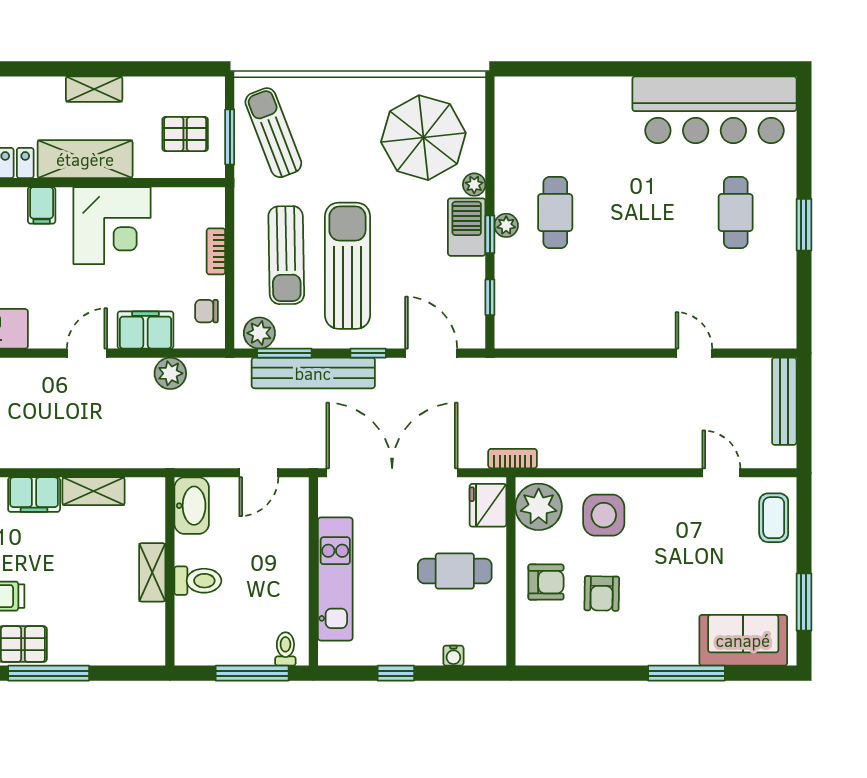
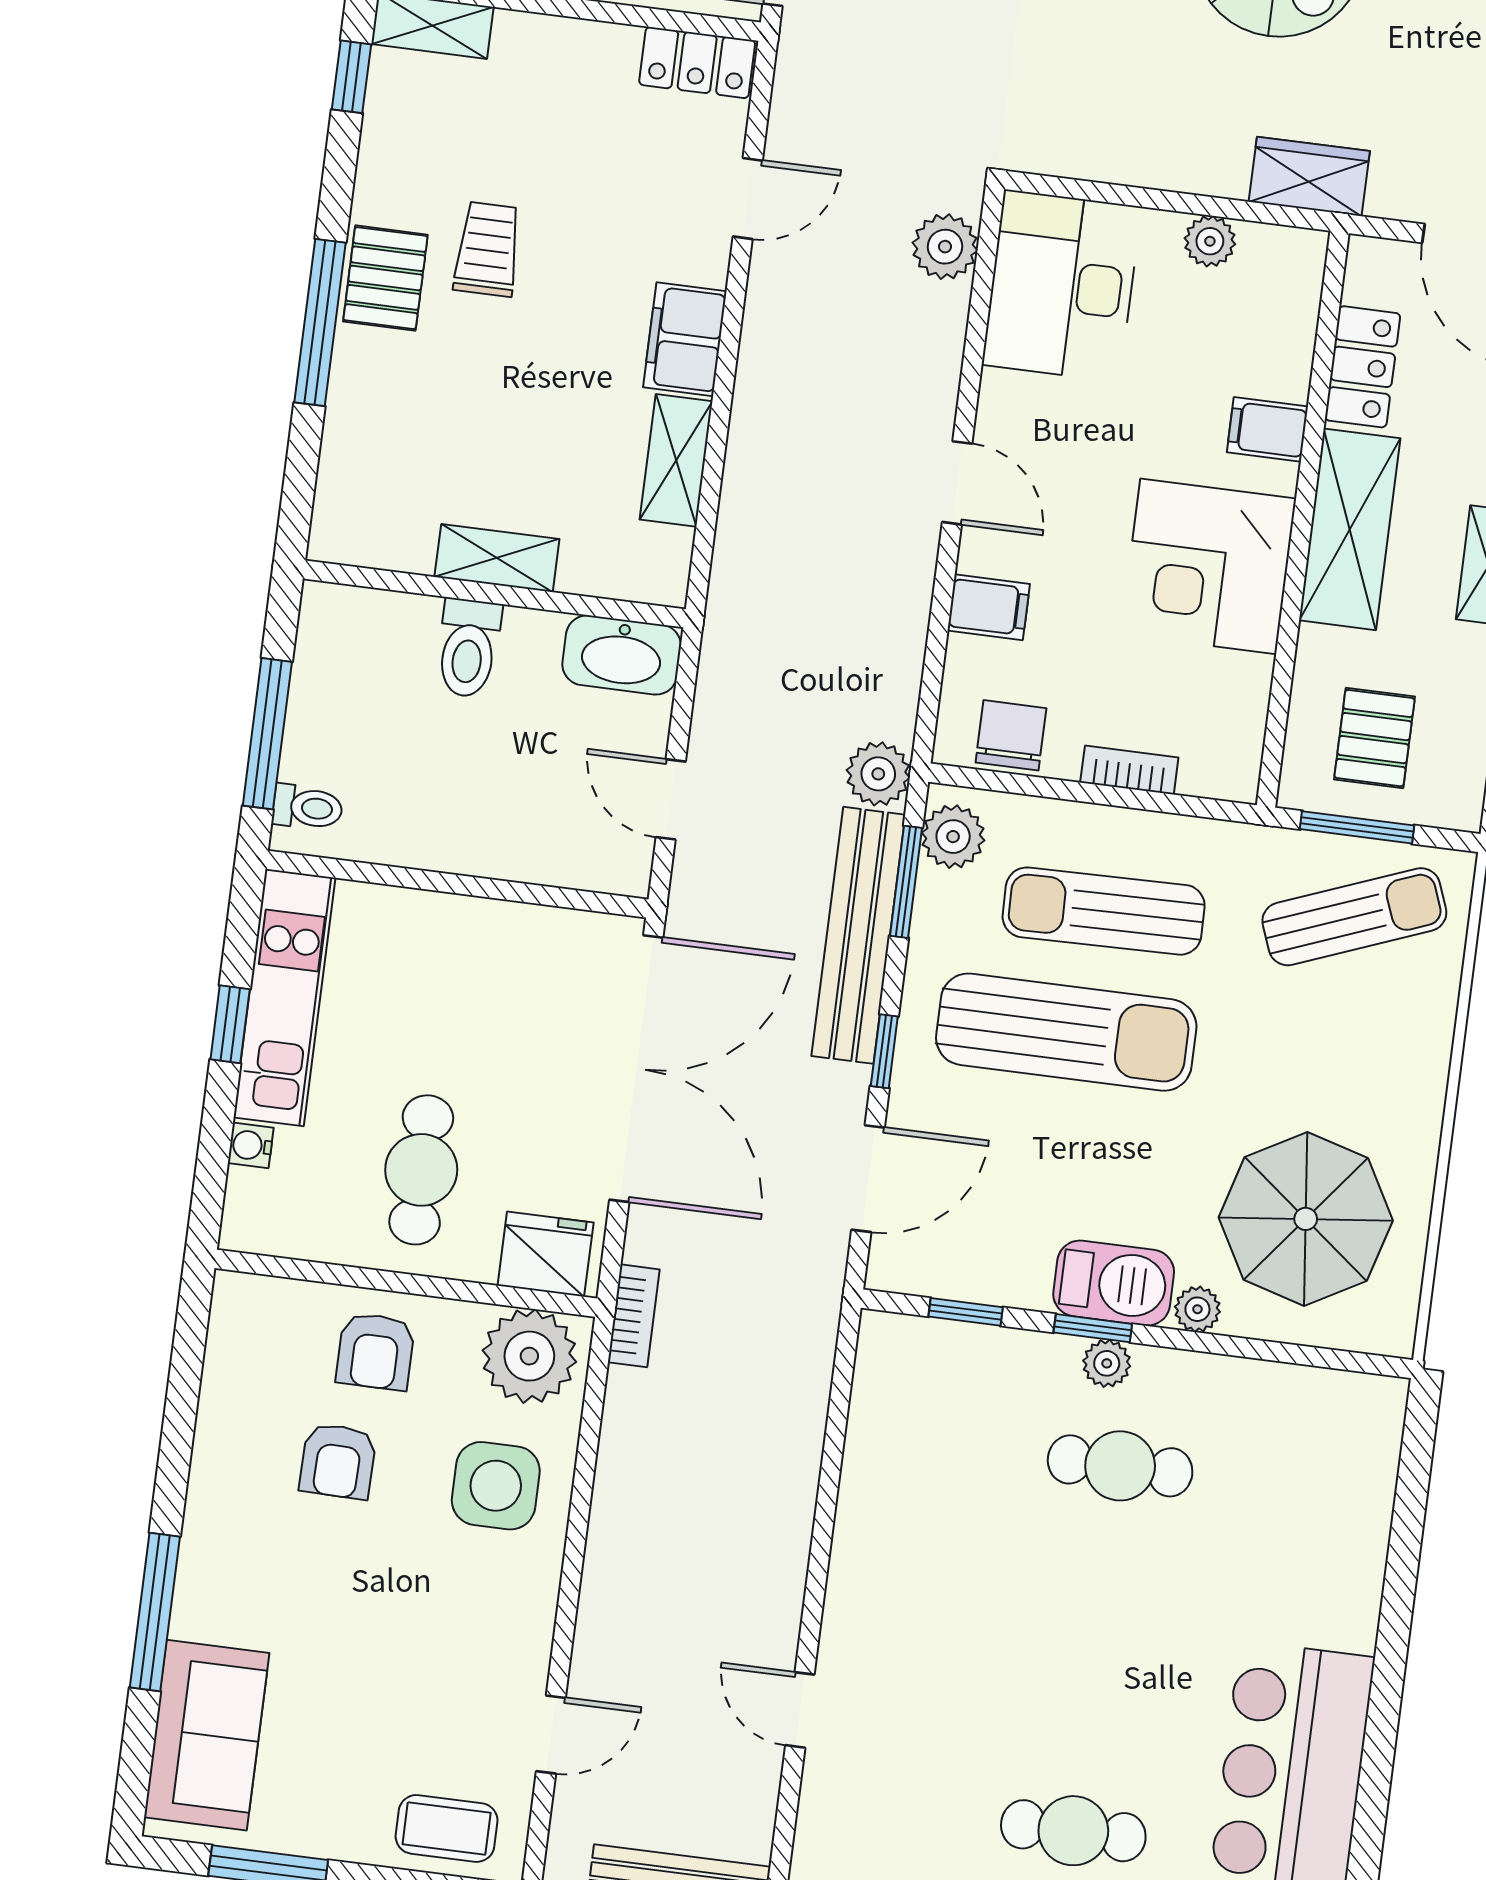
chair: (206, 311) -> (1011, 735), width x1.37, depth x1.37
filing cabinet: (145, 330) -> (989, 607), width x0.50
door: (694, 353) -> (800, 1710), swing flipped
plant: (170, 373) -> (878, 774), moved
kitchen unit: (335, 579) -> (285, 998), moved, turned -90
armchair: (602, 593) -> (338, 1461), turned -90

